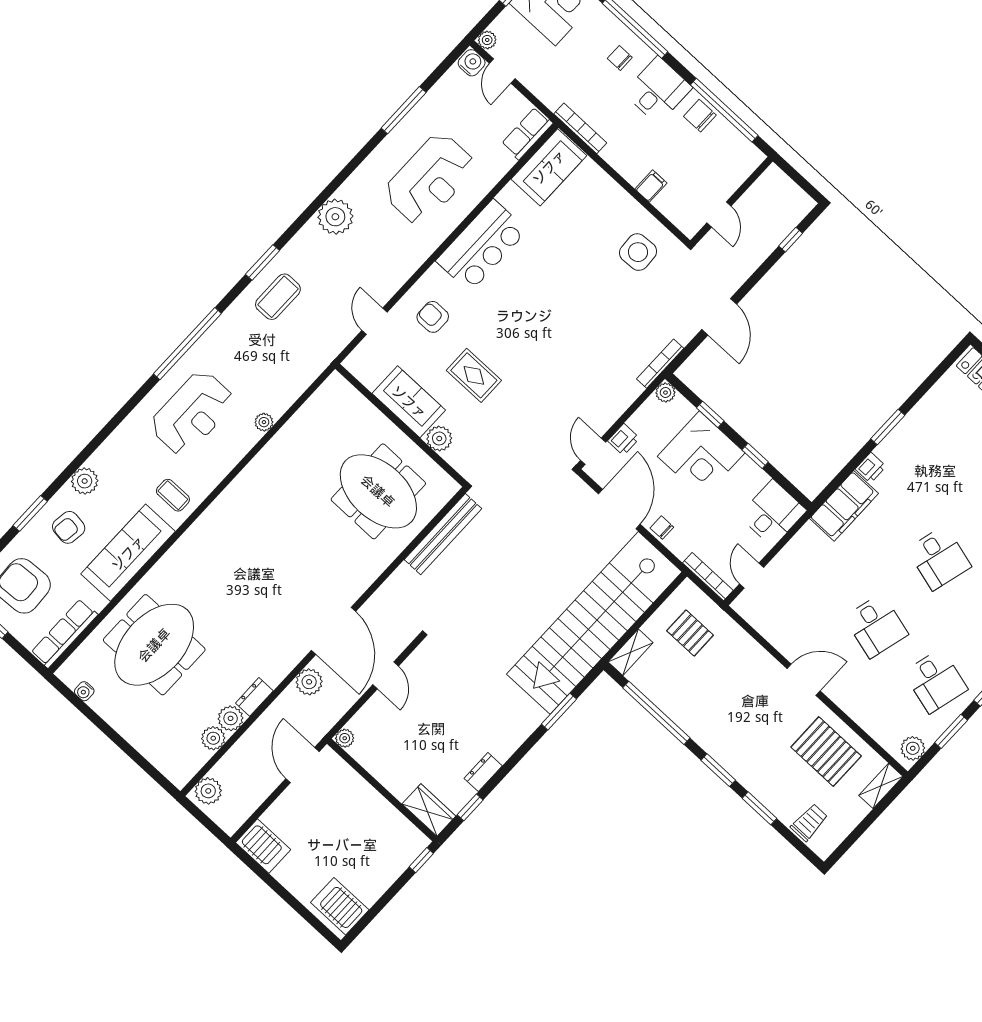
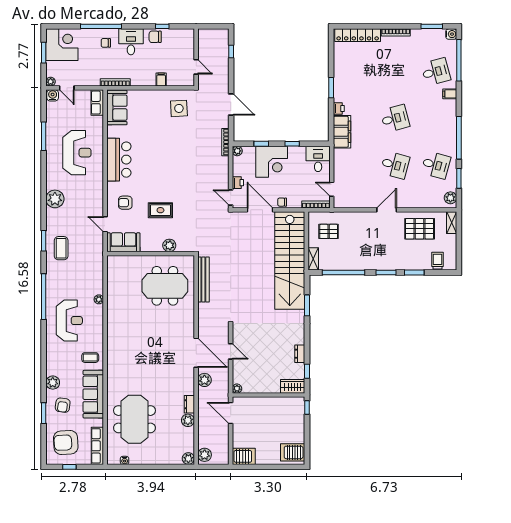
window: (724, 110) -> (162, 26), width x0.32
sofa: (409, 402) -> (123, 242), moved
desk: (939, 558) -> (395, 118), turned -30
plant: (213, 738) -> (188, 458), moved

